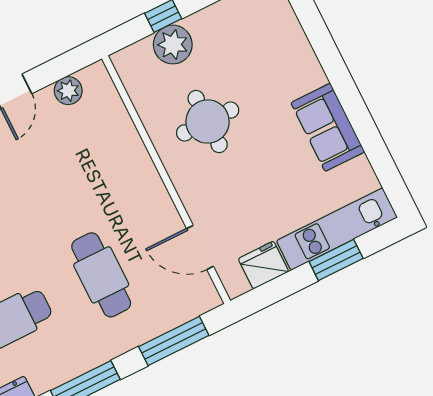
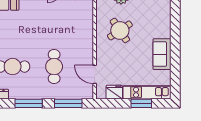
round table: (208, 122) -> (120, 30), turned -34

